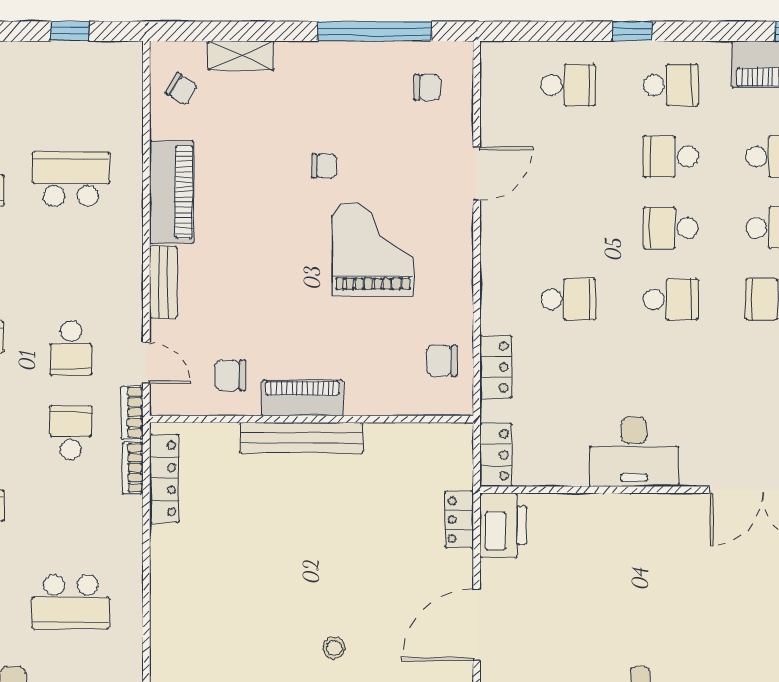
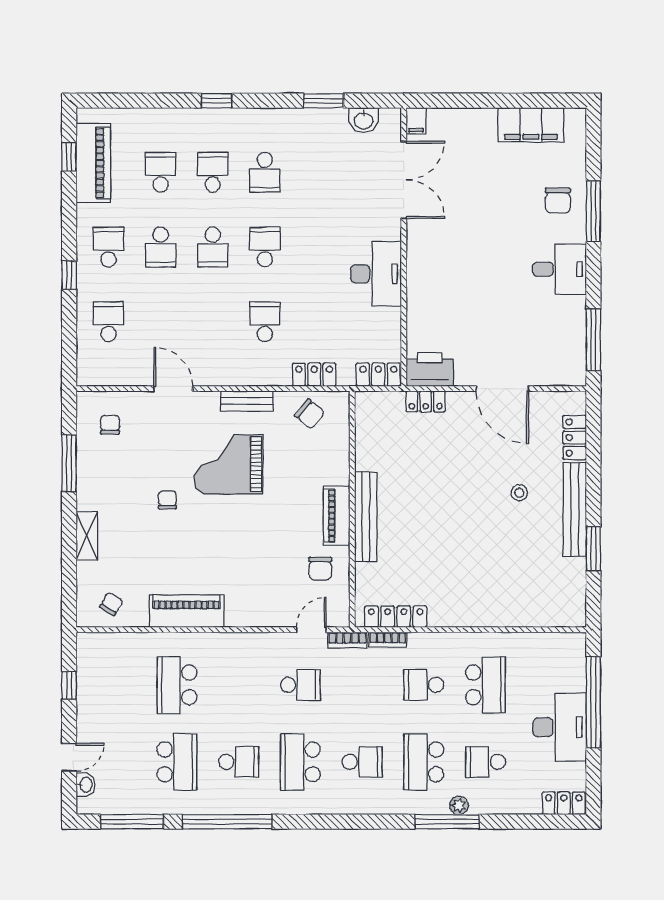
window: (375, 31) -> (69, 463), width x0.68
shelving: (241, 56) -> (87, 536), moved
bench: (163, 282) -> (247, 401), moved
chair: (442, 361) -> (310, 414), turned -50
school desk: (71, 433) -> (424, 685), moved

